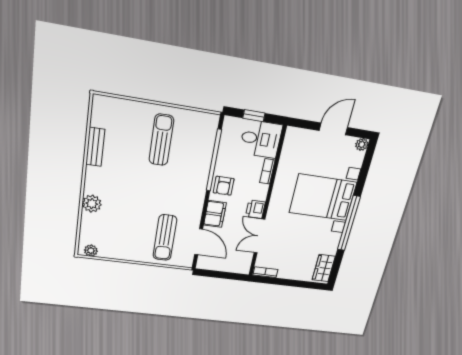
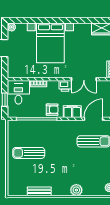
window: (349, 223) -> (66, 20), removed

